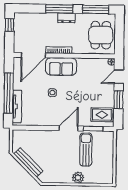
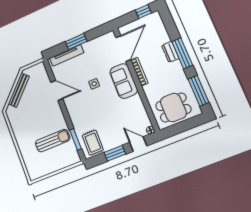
dresser: (66, 18) -> (170, 52), moved
door: (33, 55) -> (123, 49), swing flipped
window: (9, 93) -> (76, 41), width x0.47
door: (68, 128) -> (57, 90), moved
plant: (78, 178) -> (23, 144), removed

